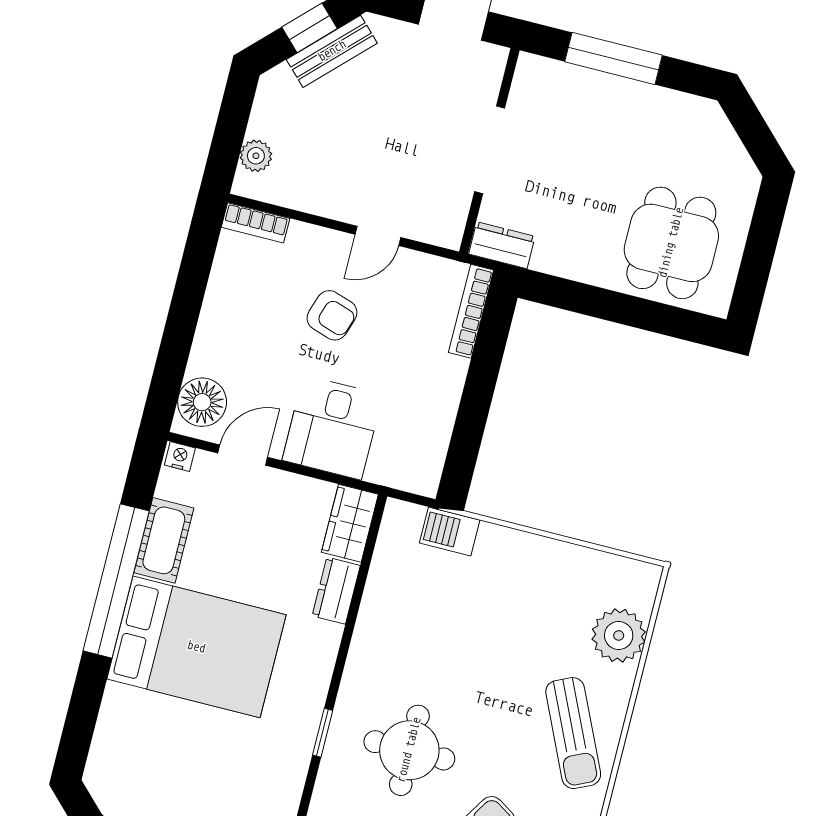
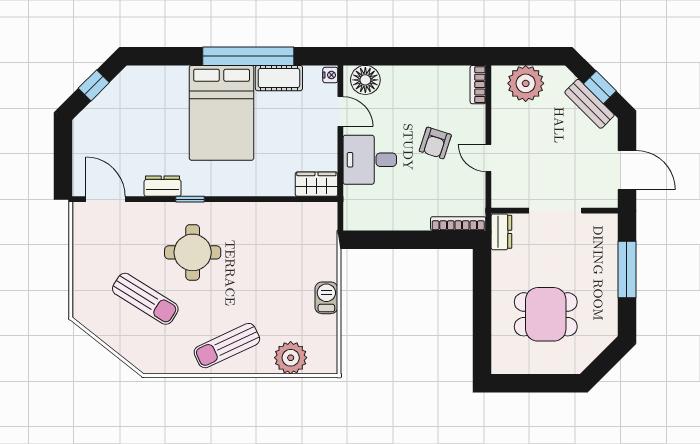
plant: (256, 156) -> (526, 83), width x1.88, depth x1.88
dining table: (671, 243) -> (546, 314), moved
barbecue: (450, 531) -> (326, 298), moved
dresser: (336, 591) -> (163, 186), moved

